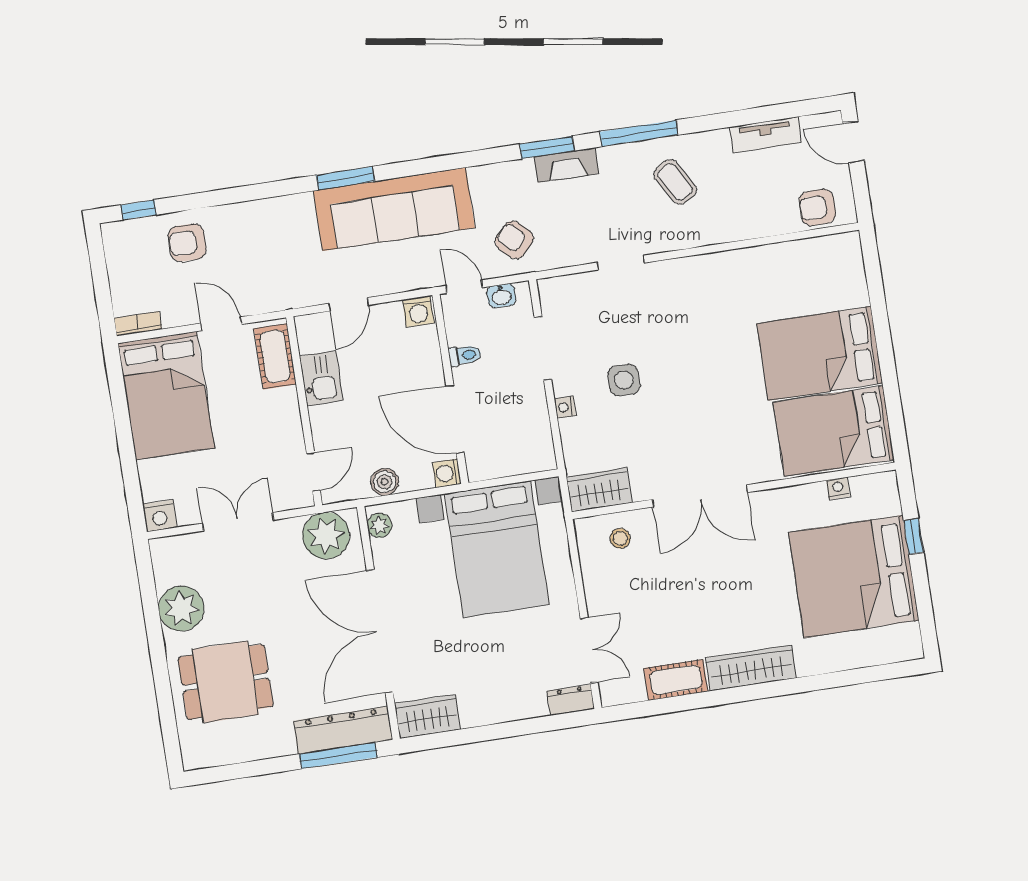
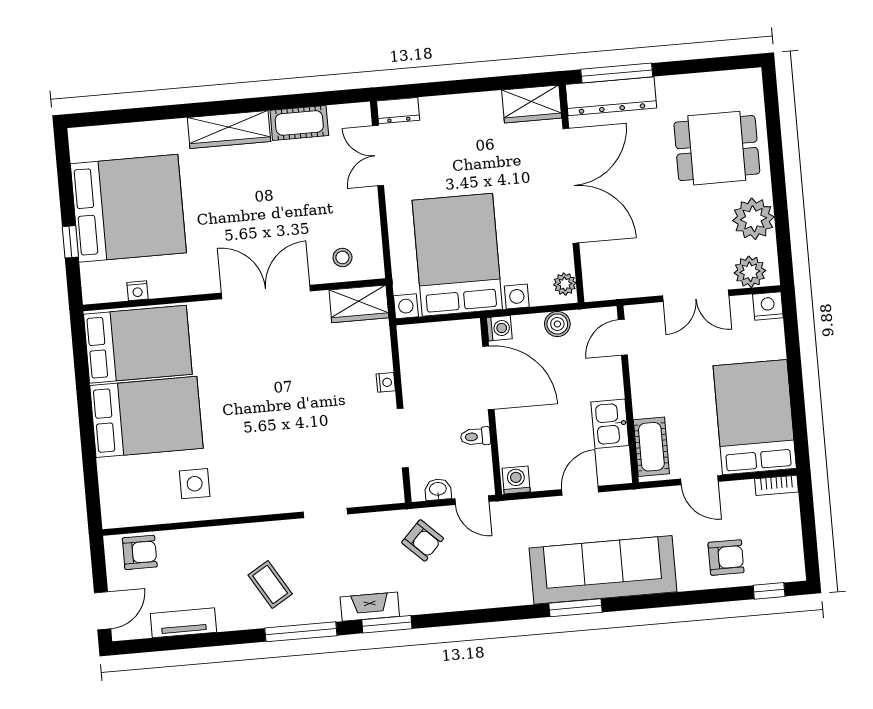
door: (853, 142) -> (103, 611), hinge flipped
sofa: (394, 209) -> (603, 570), moved
side table: (624, 380) -> (195, 484), moved
plant: (326, 536) -> (750, 272), moved, width x0.73, depth x0.73

